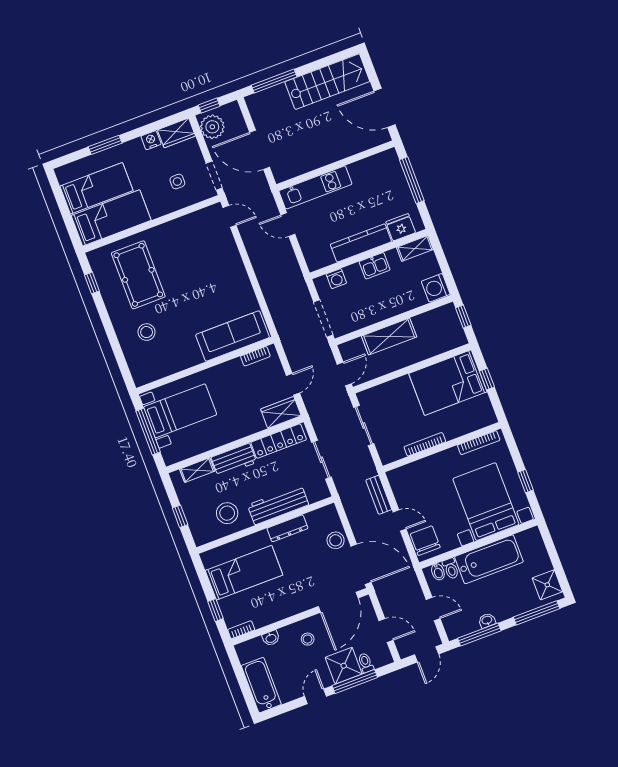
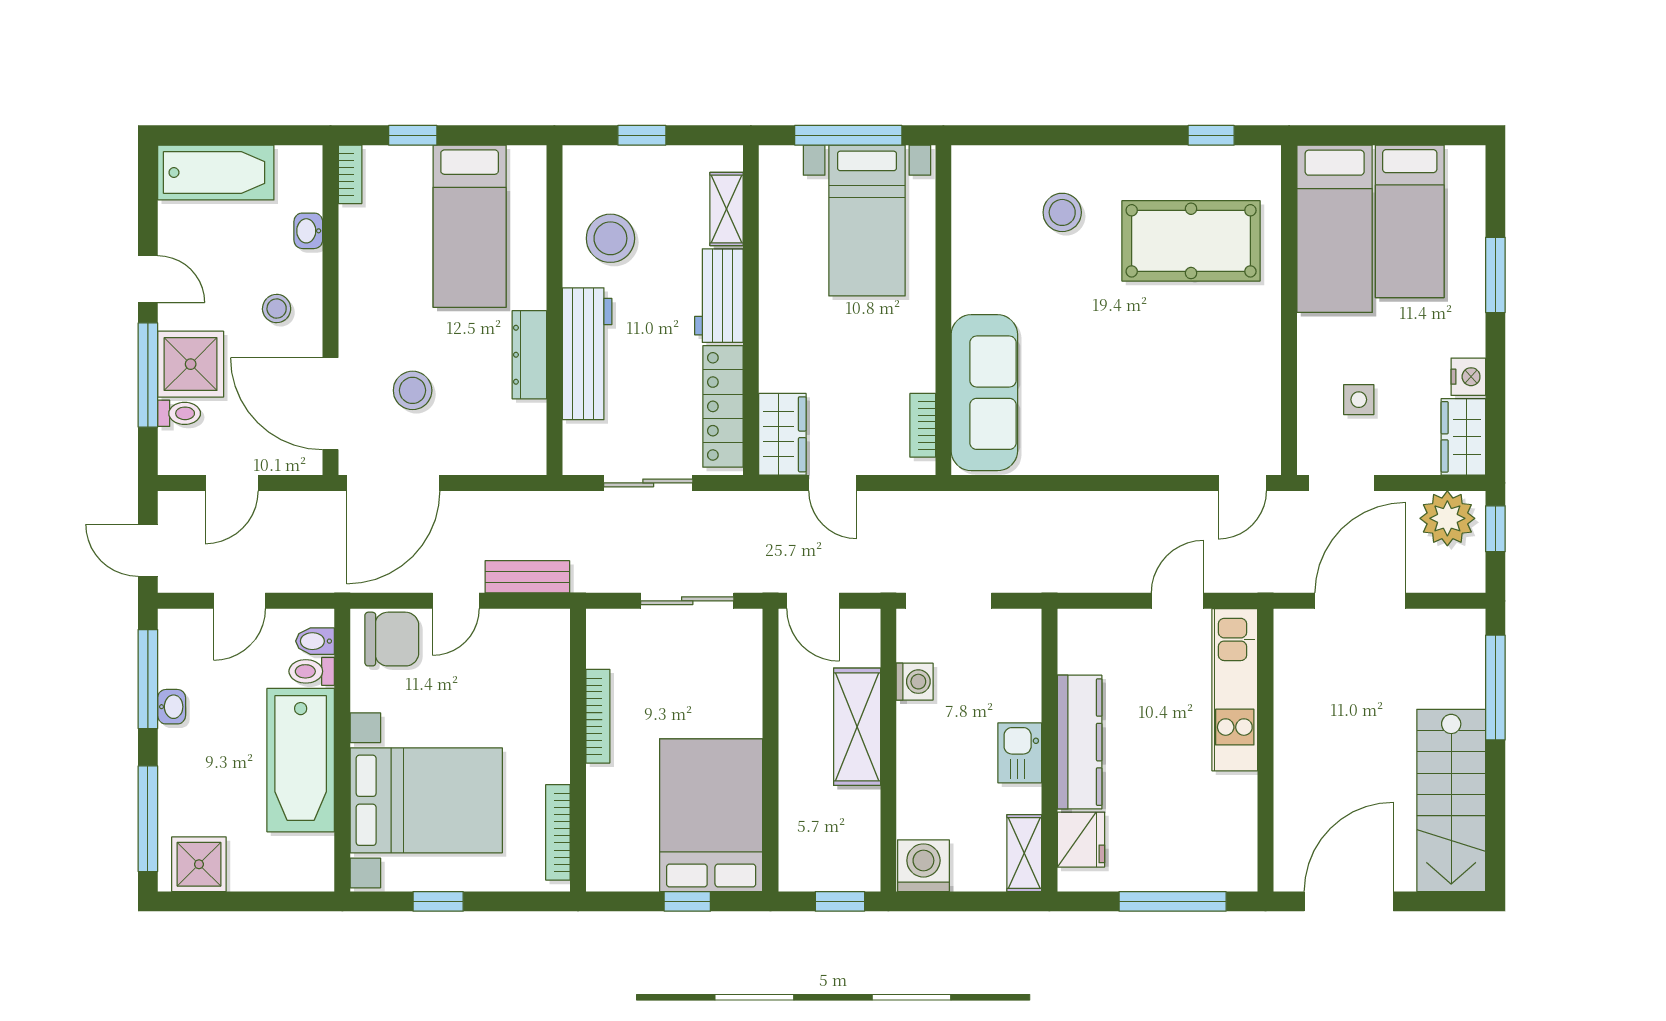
washing machine: (336, 279) -> (915, 682), moved, turned 180
stool: (336, 540) -> (413, 390), moved

